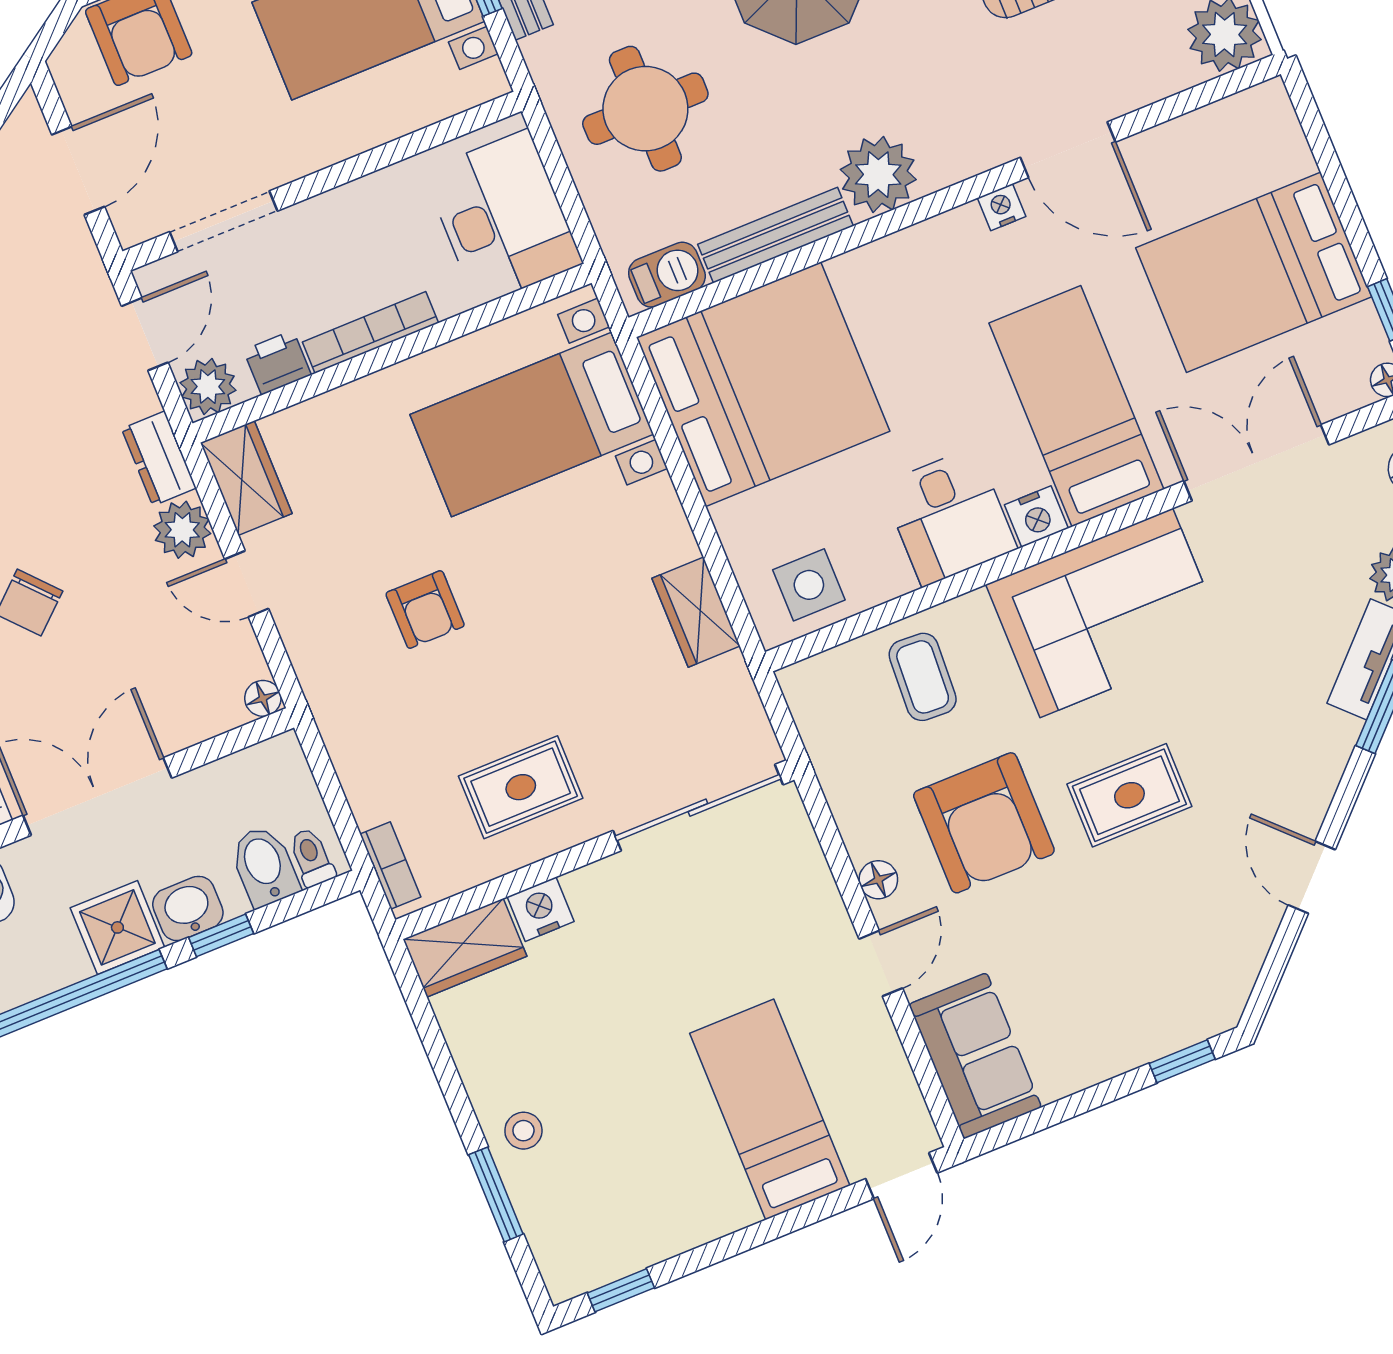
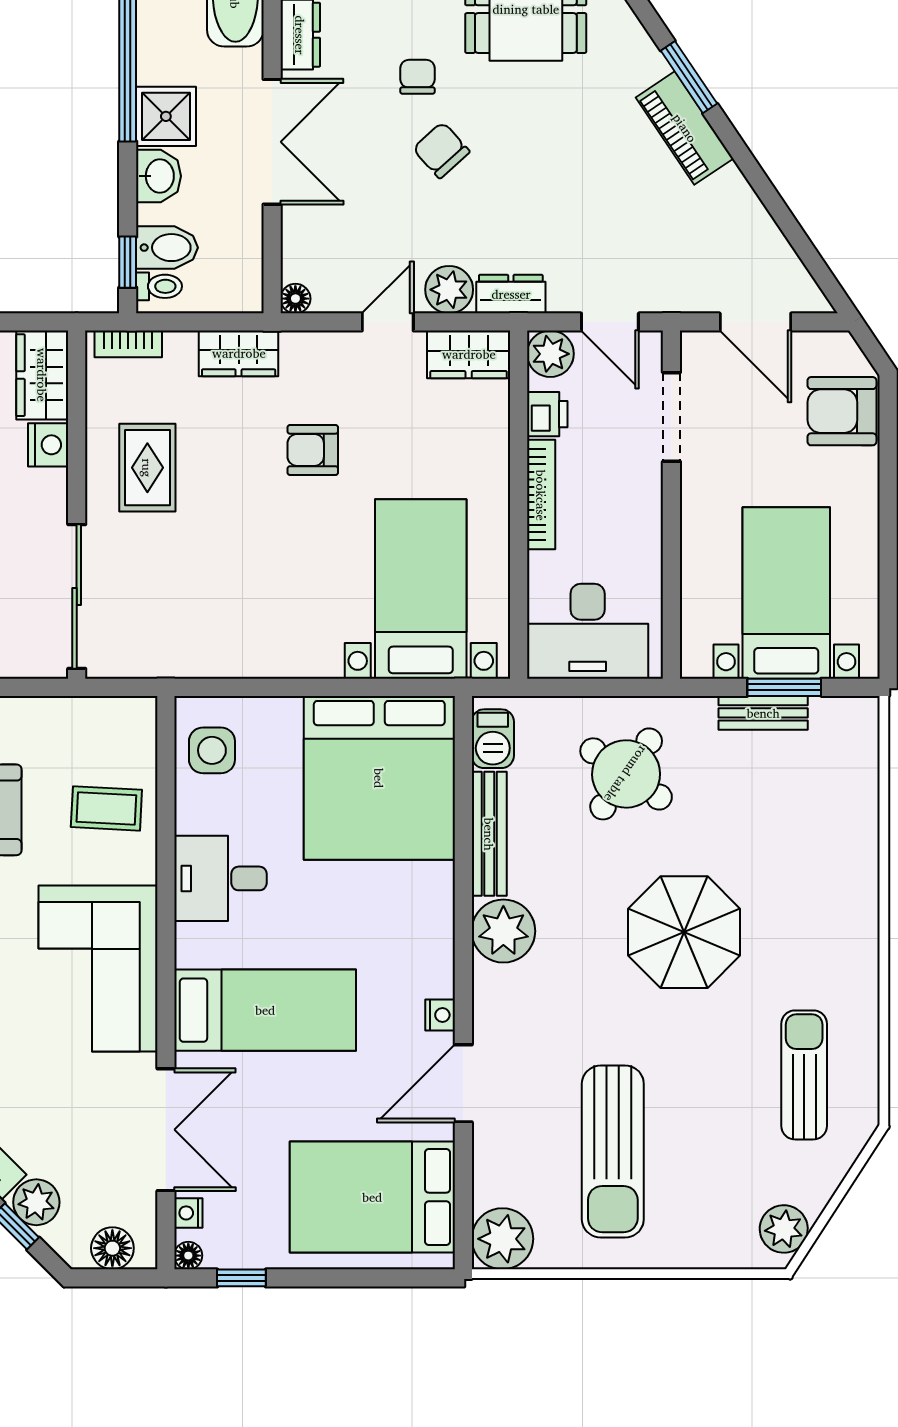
round table: (645, 109) -> (626, 774), turned 35
bed: (1254, 272) -> (372, 1197), moved, turned -90
nightstand: (1036, 516) -> (188, 1213), moved, width x0.72, depth x0.74
wardrobe: (696, 612) -> (239, 353), moved, turned 180
window: (221, 935) -> (128, 262), moved

